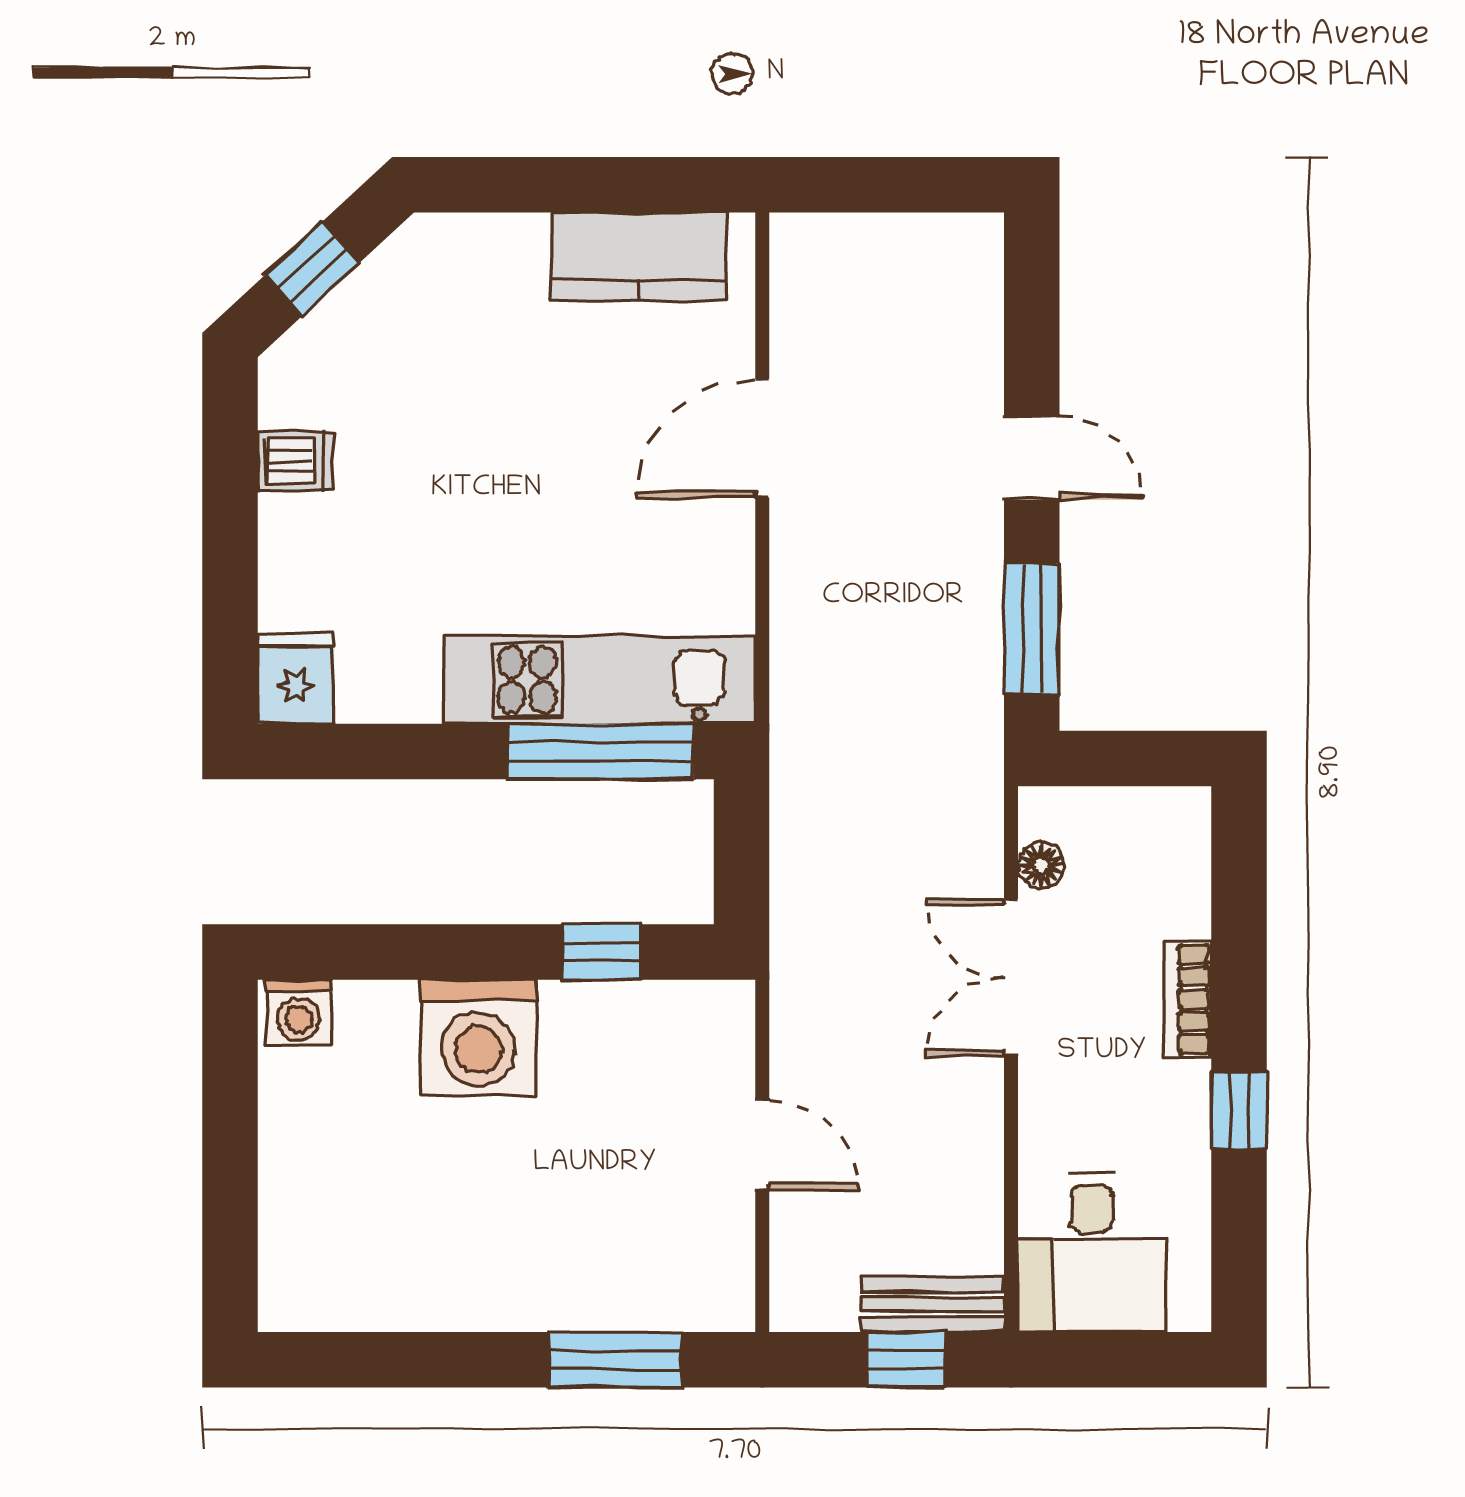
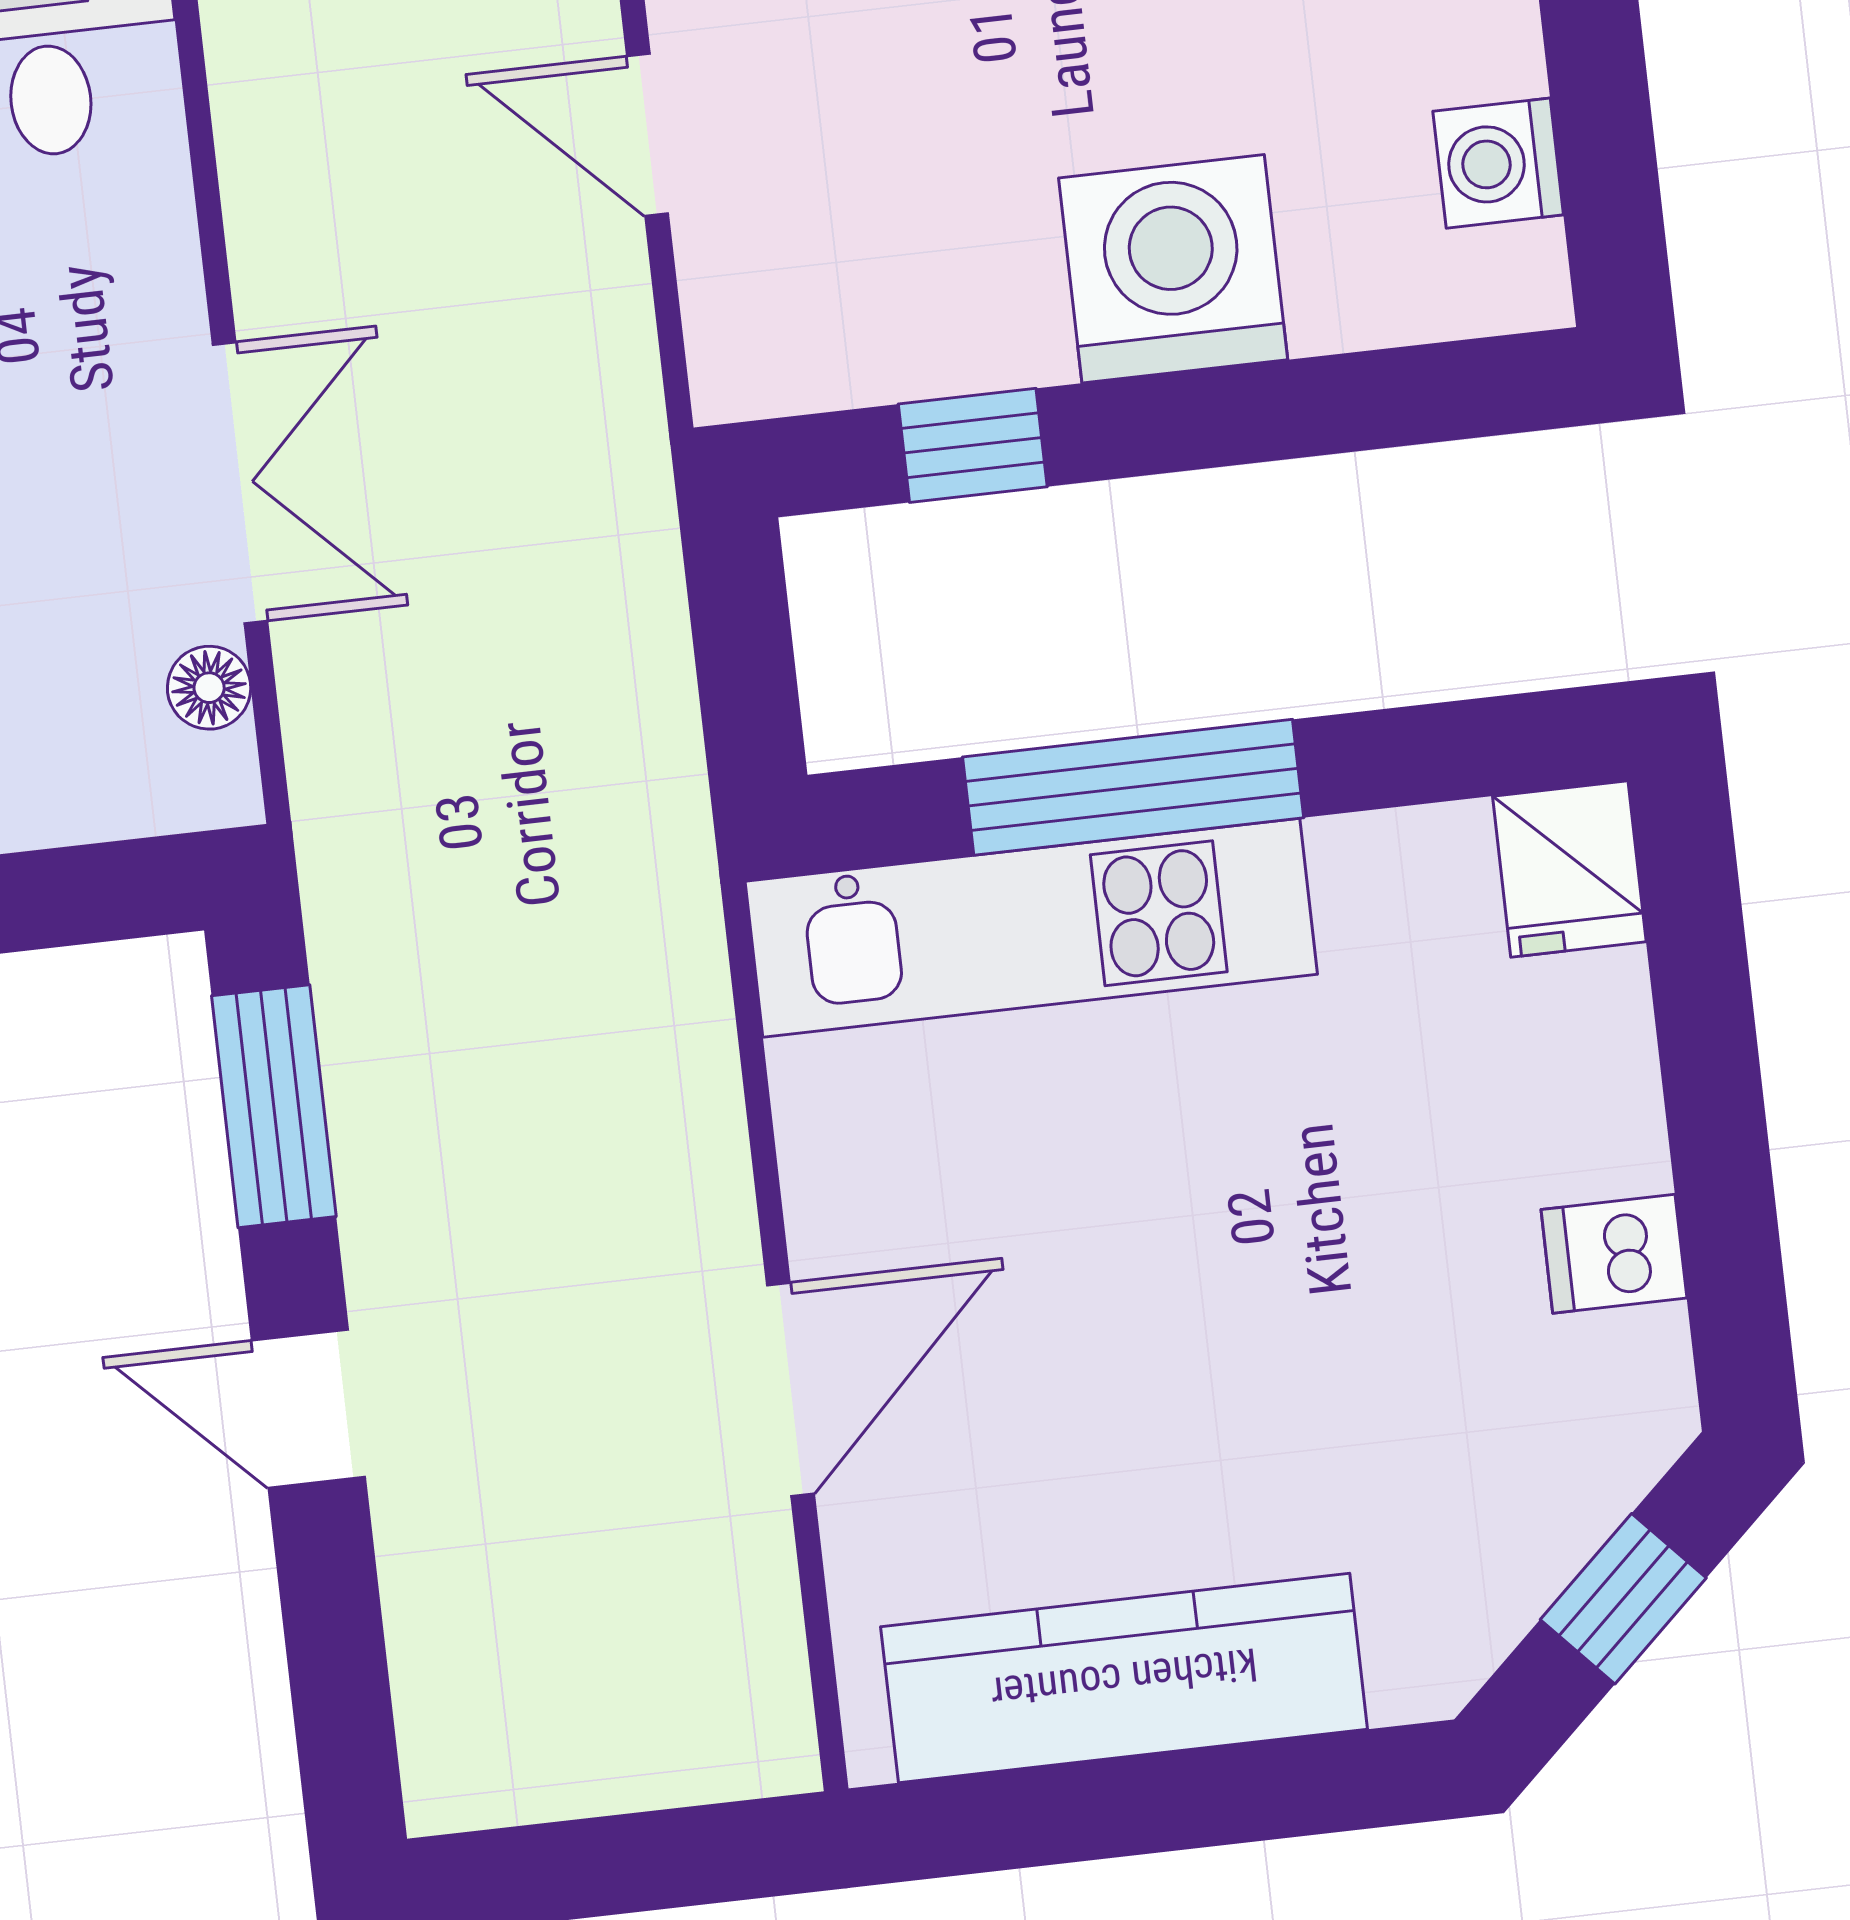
kitchen counter: (639, 256) -> (1124, 1678), width x1.50
window: (600, 751) -> (1133, 787), moved
washing machine: (298, 1013) -> (1498, 163), moved, turned -90

